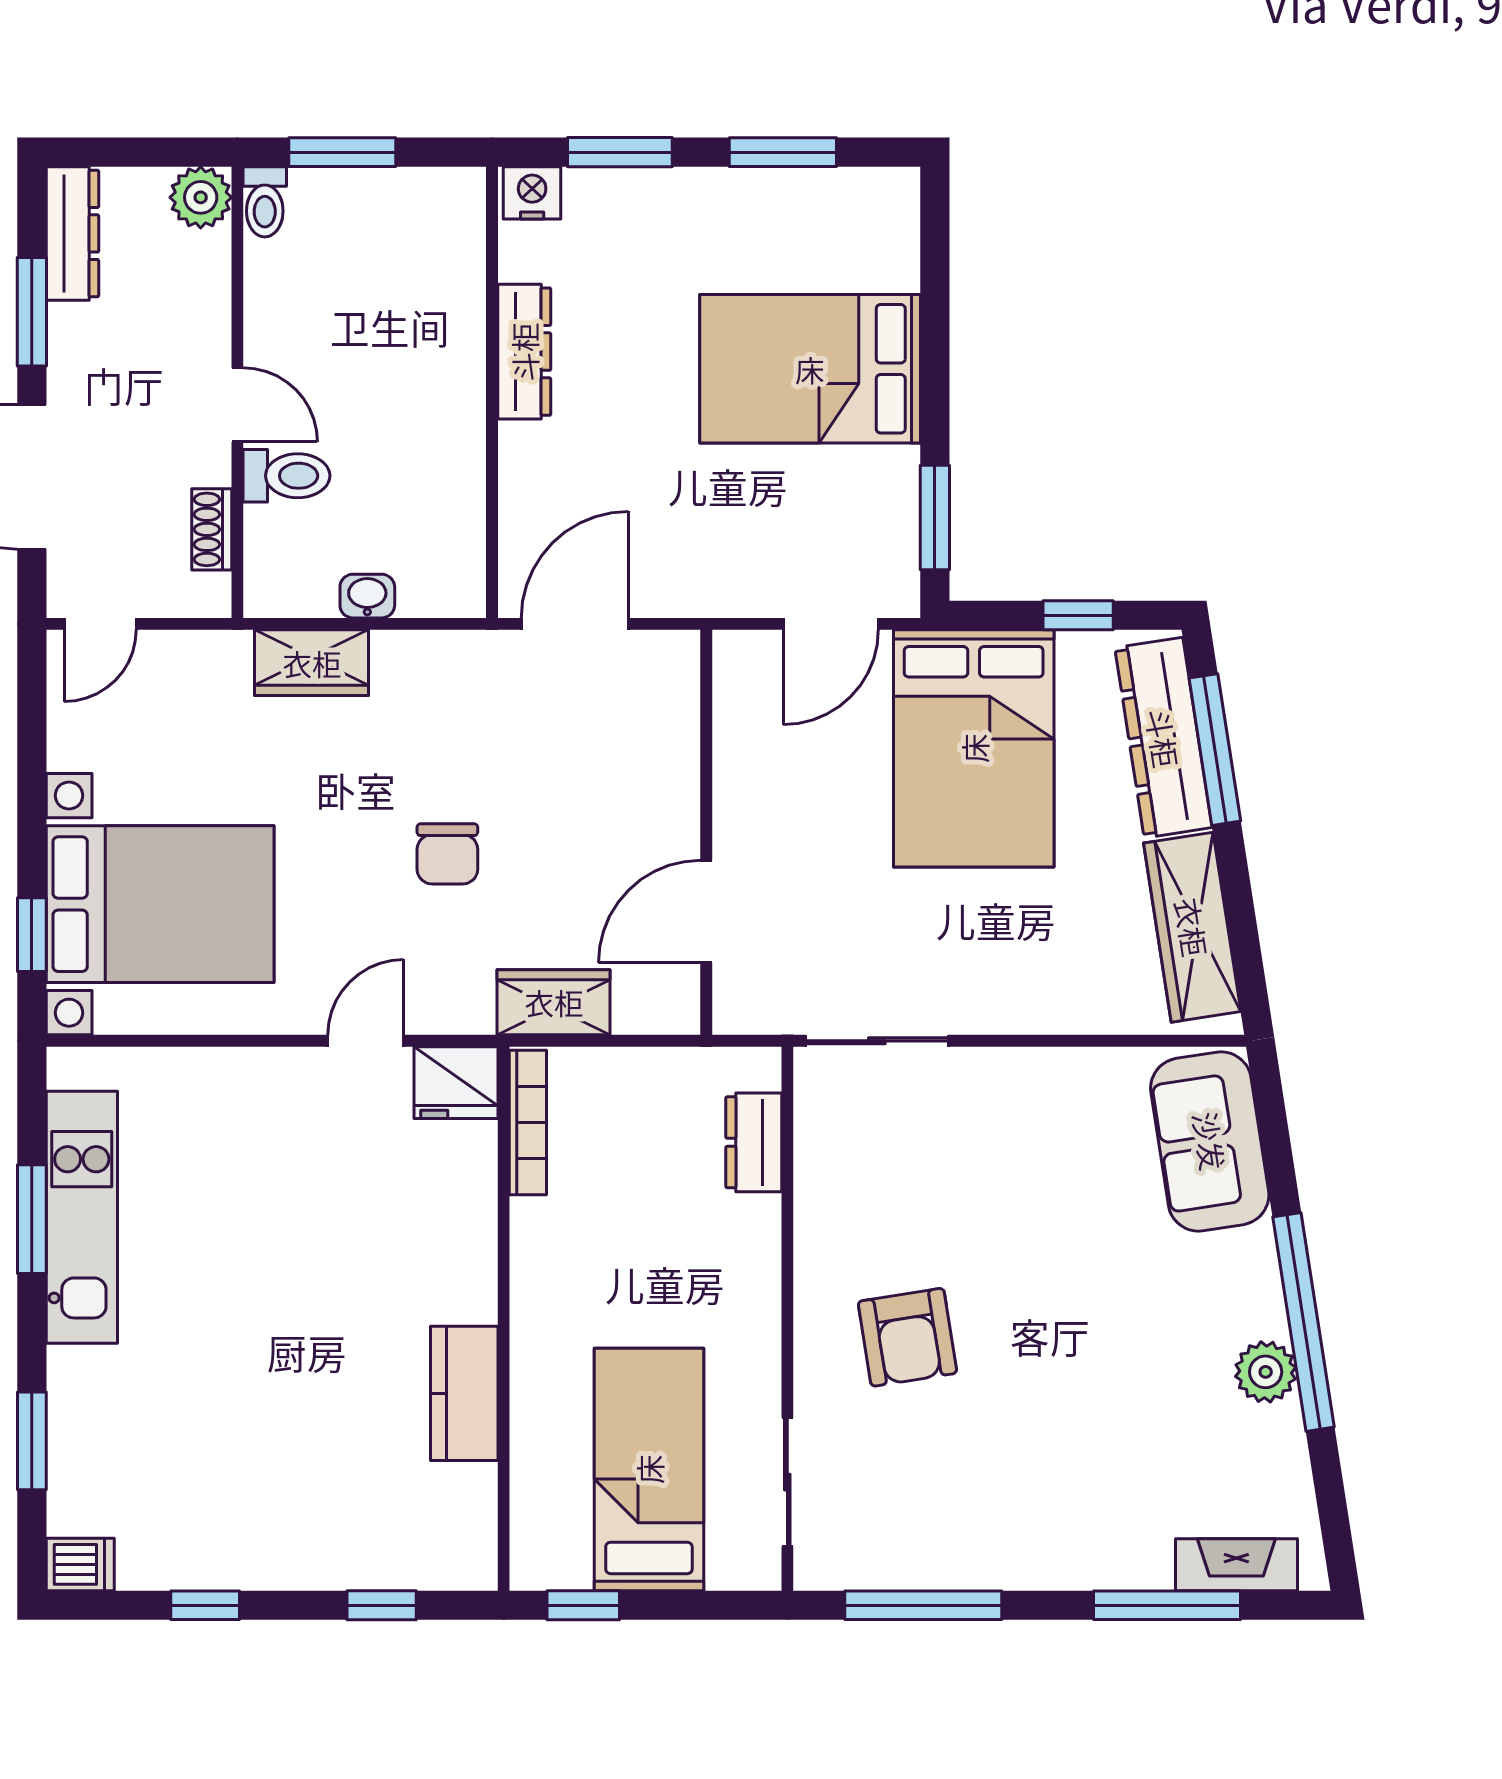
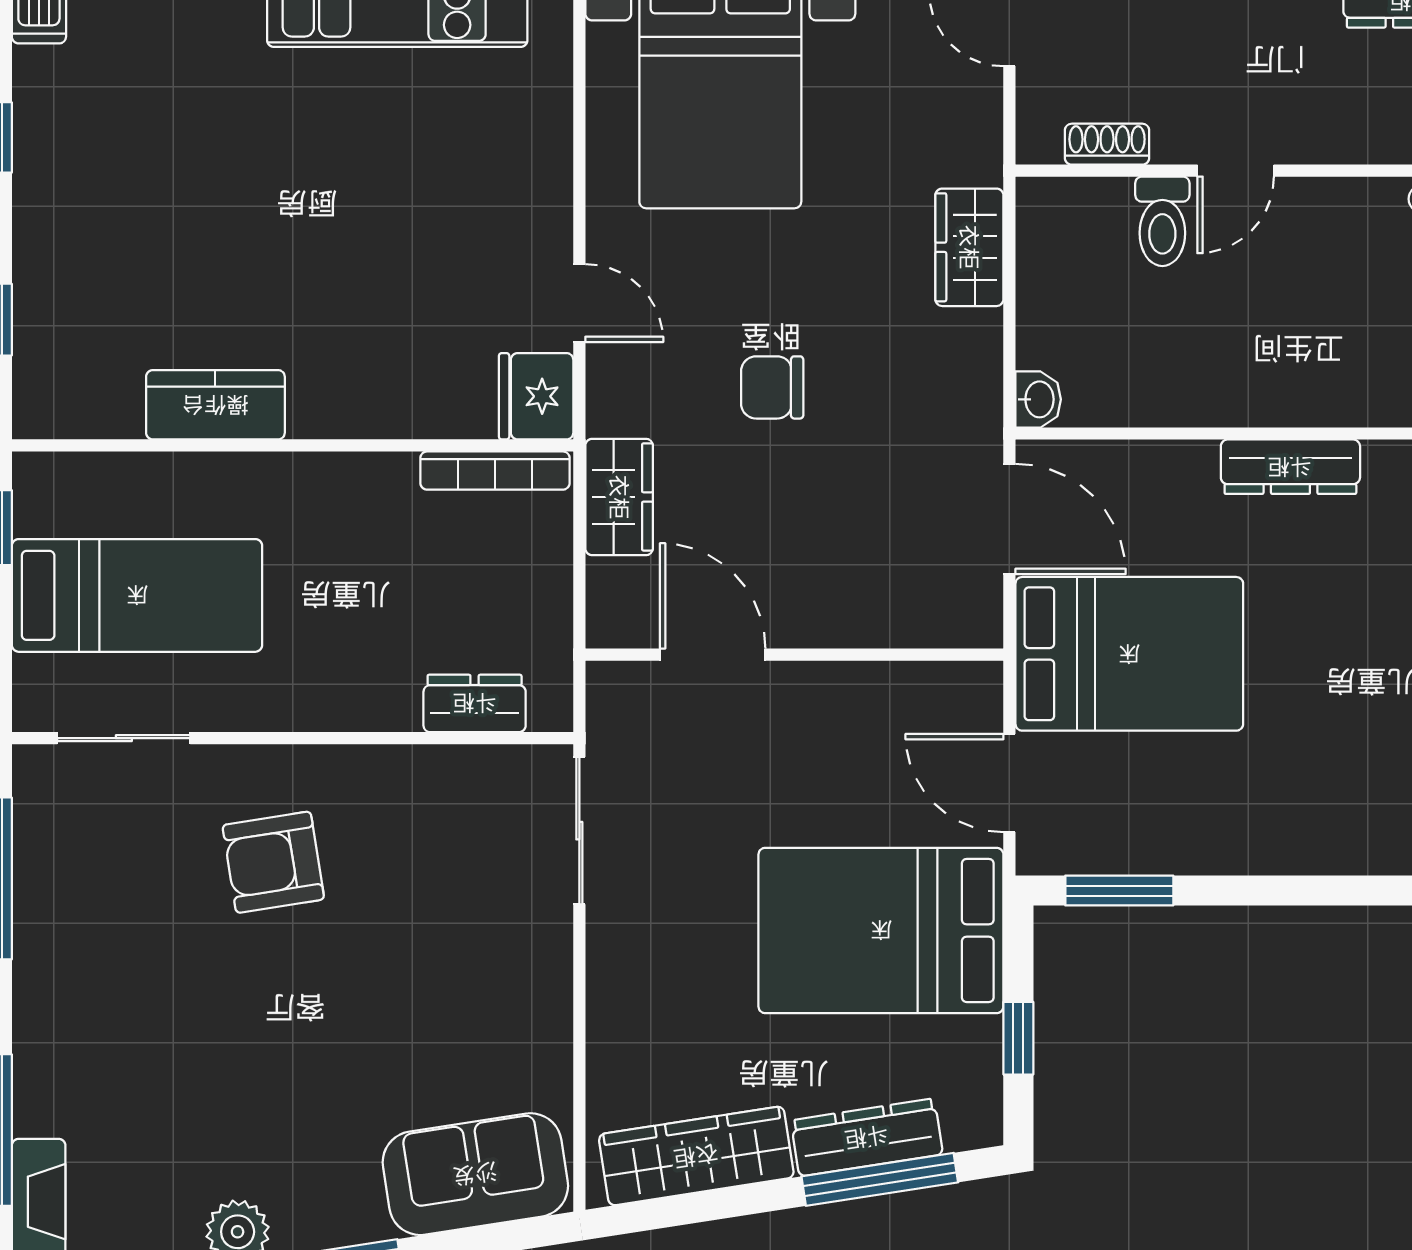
bed: (810, 369) -> (1129, 654), moved, turned 90
washbasin: (367, 596) -> (1038, 399), moved
dresser: (1163, 738) -> (867, 1137), width x0.73, depth x0.80

